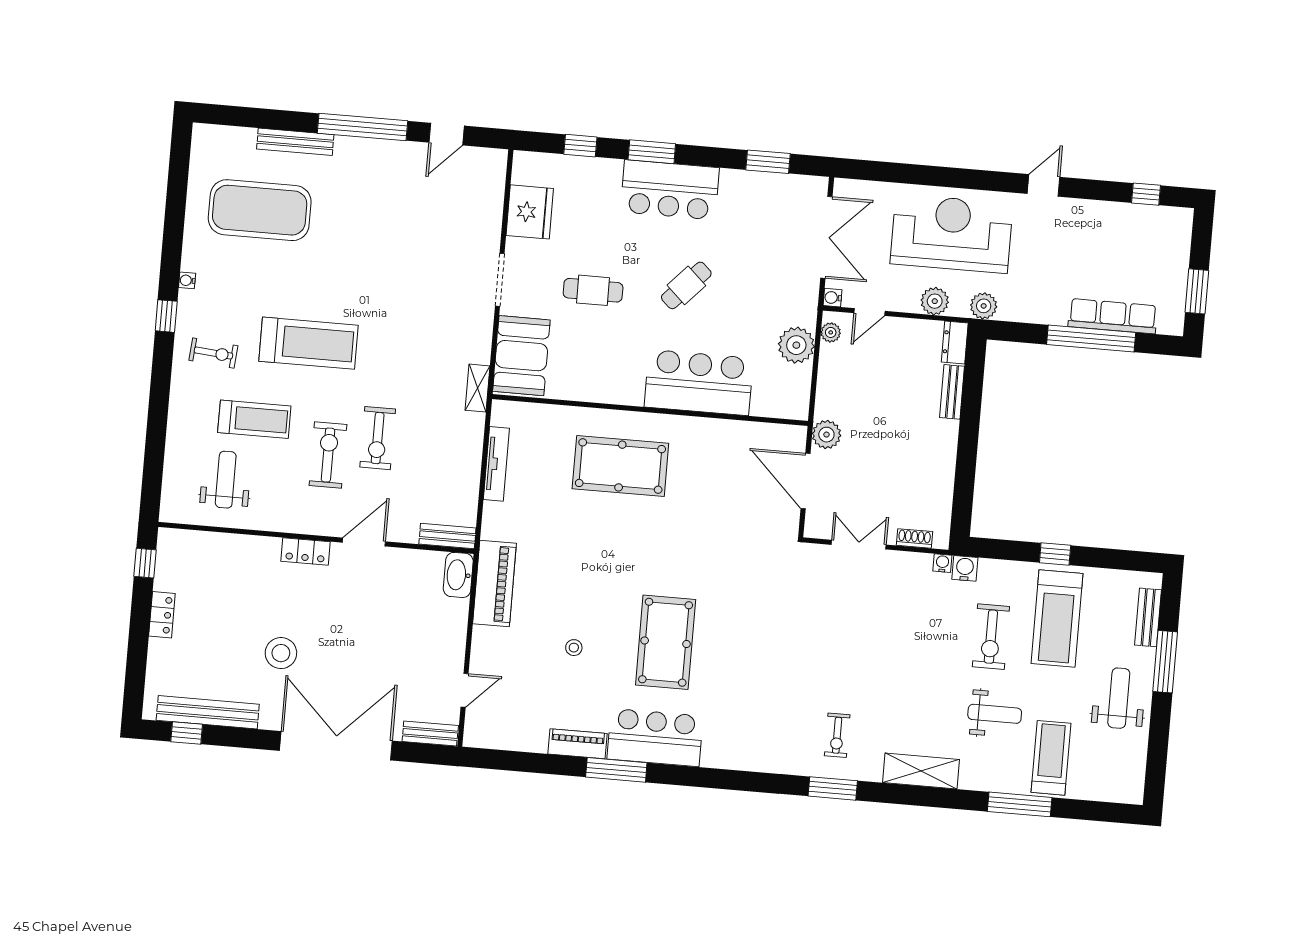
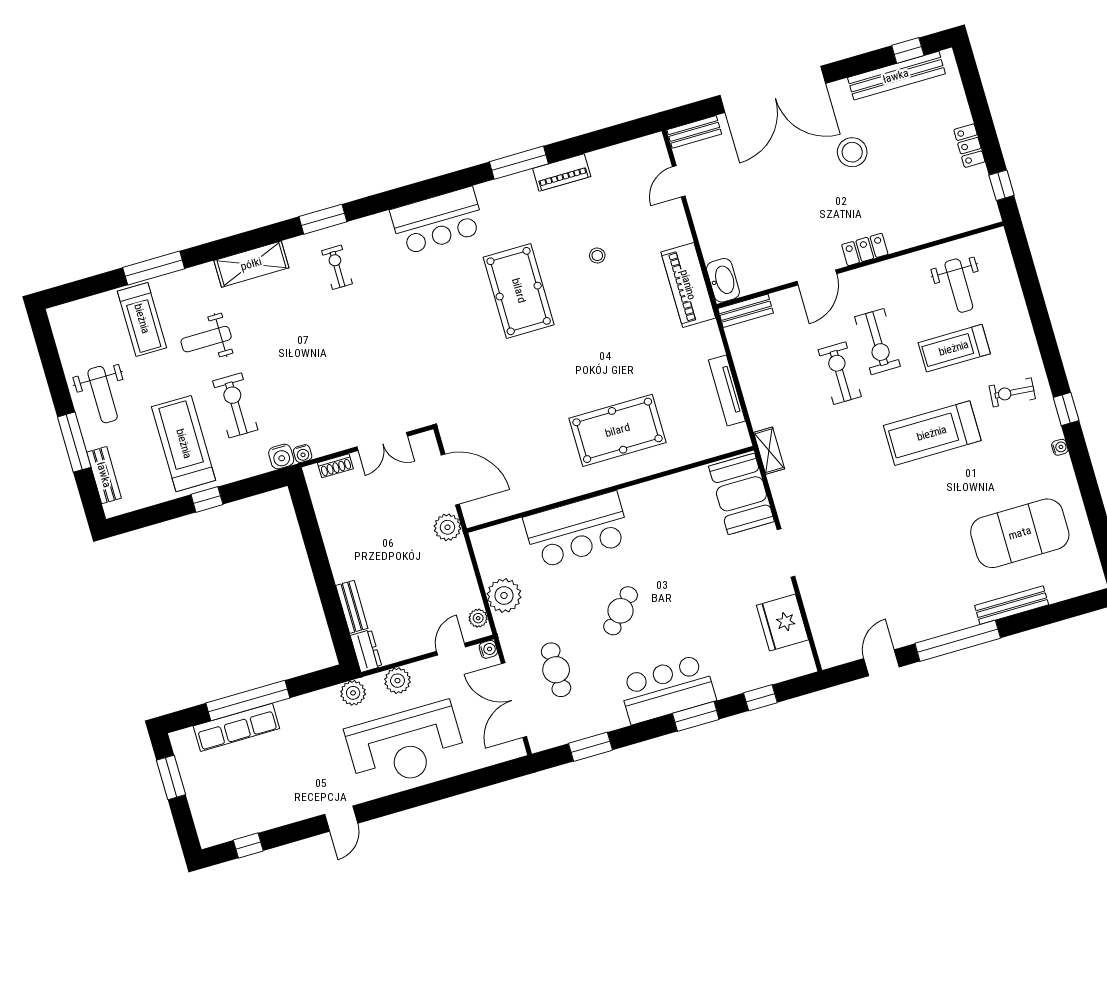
cafe table: (593, 290) -> (556, 670), moved, turned 90
bar counter: (655, 738) -> (437, 221), moved

